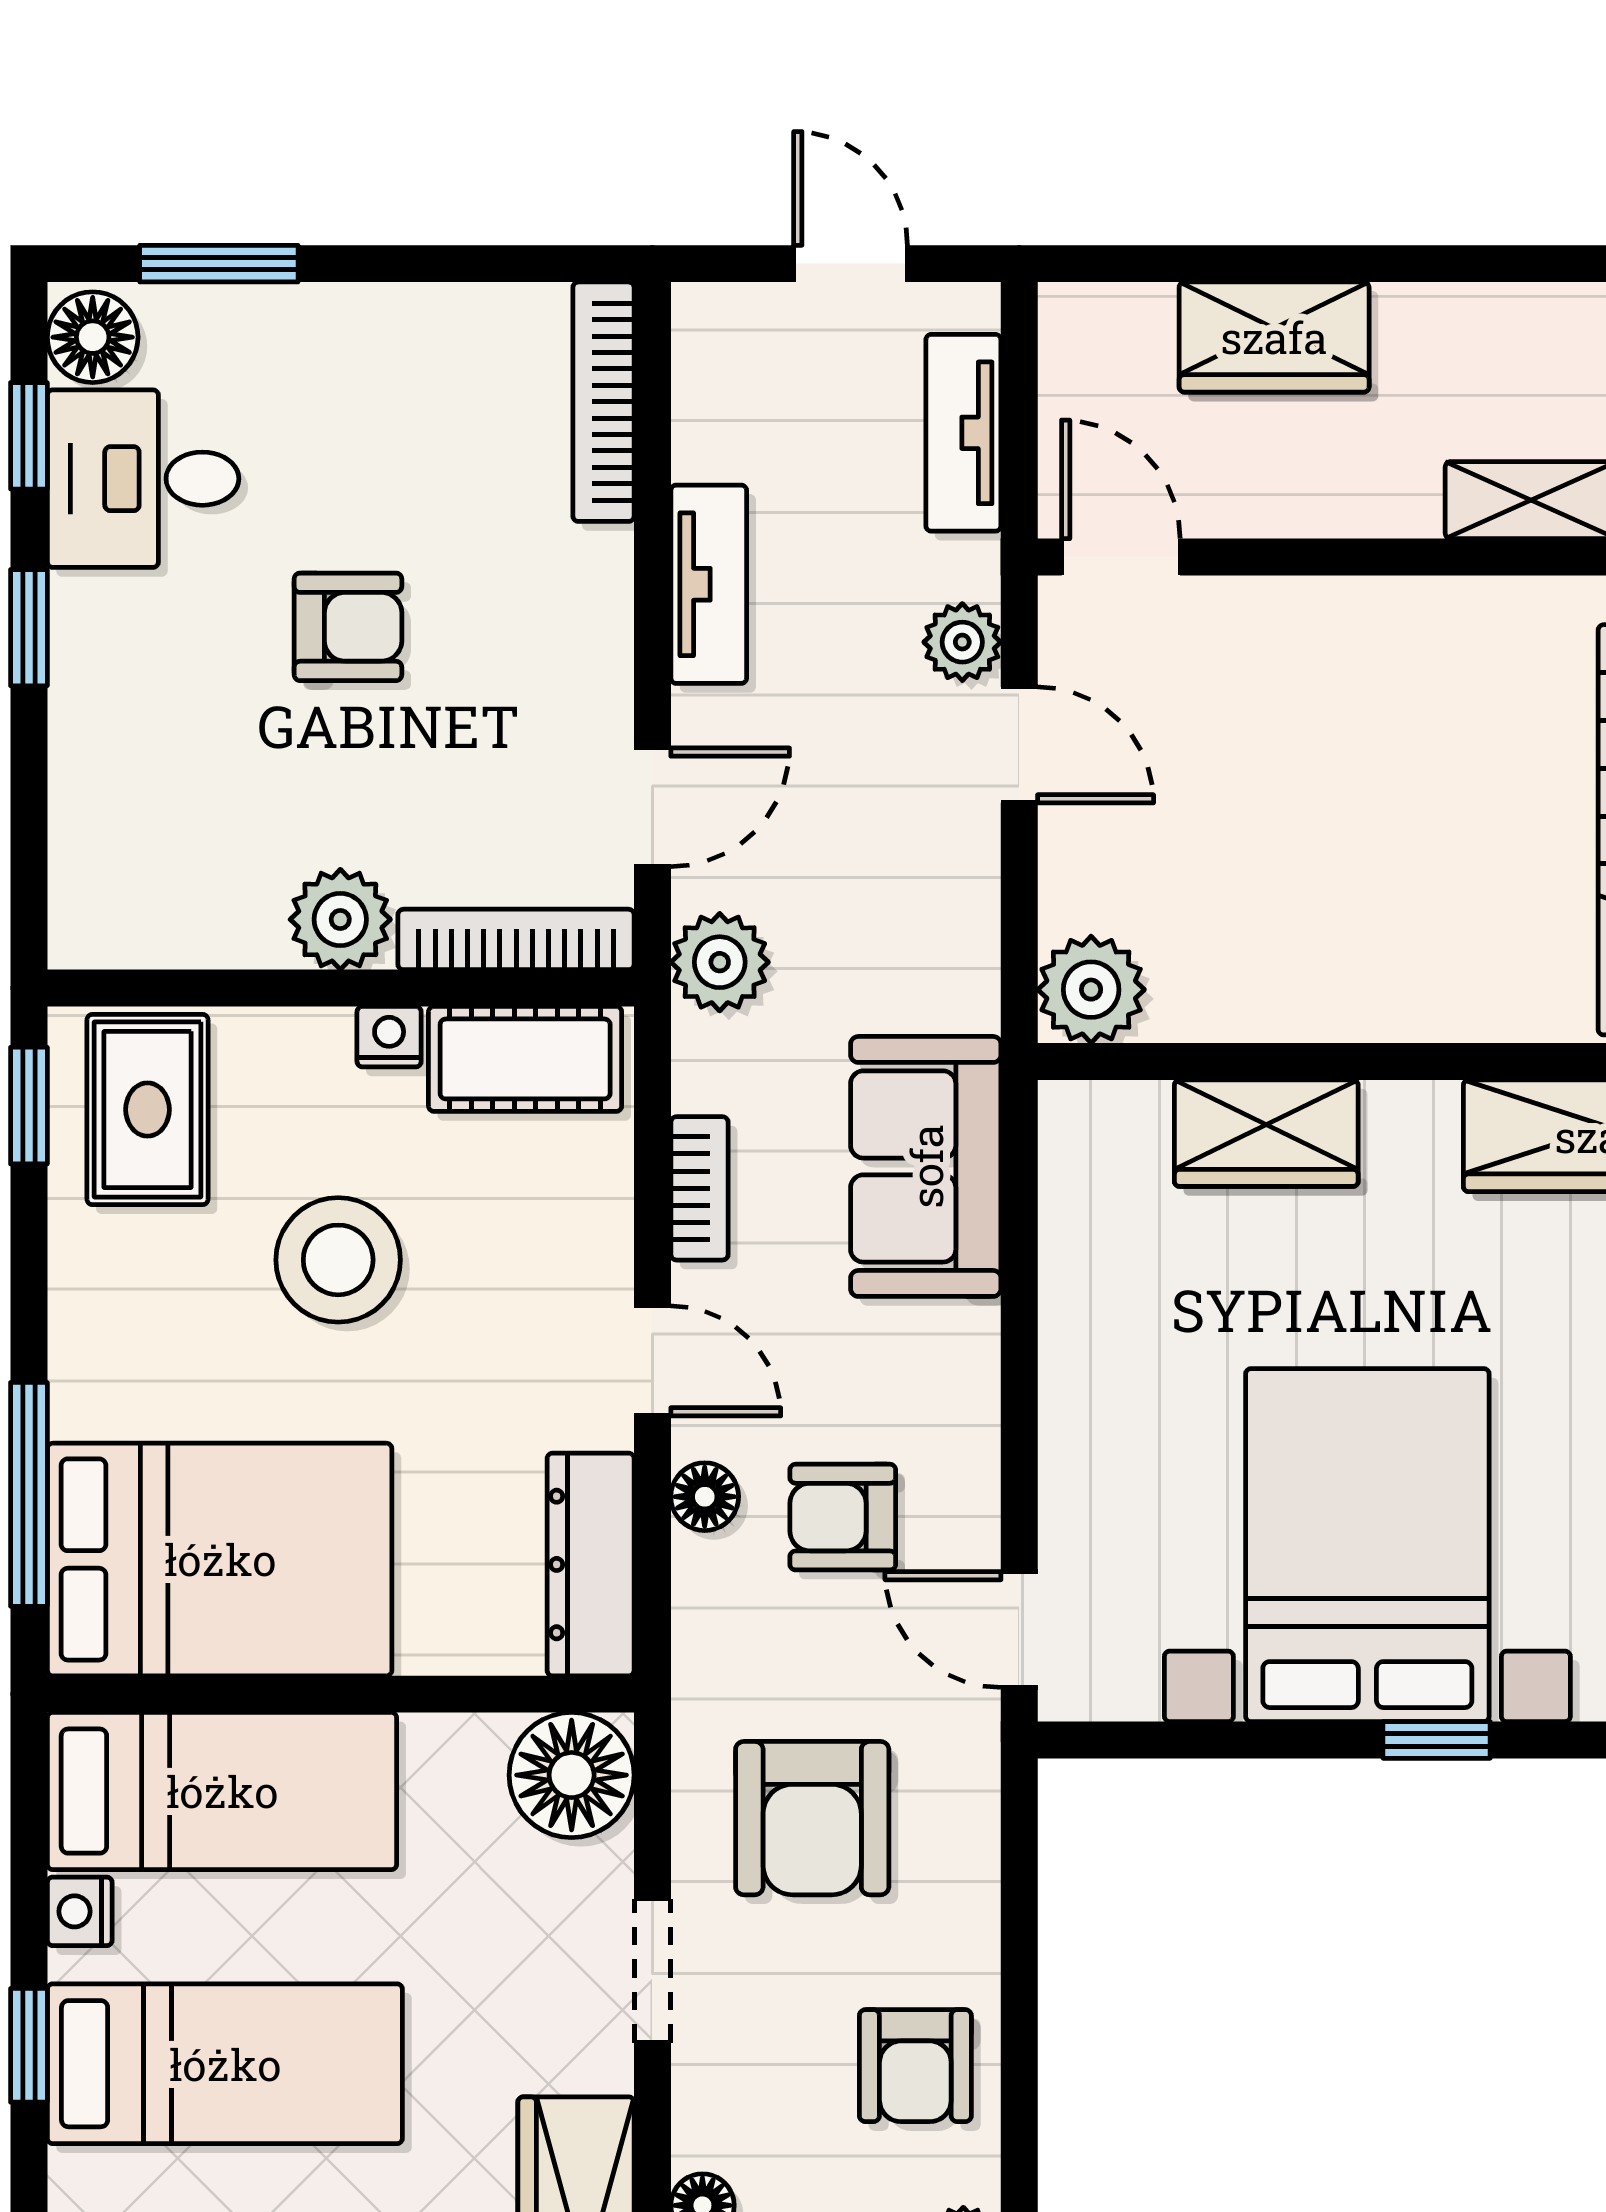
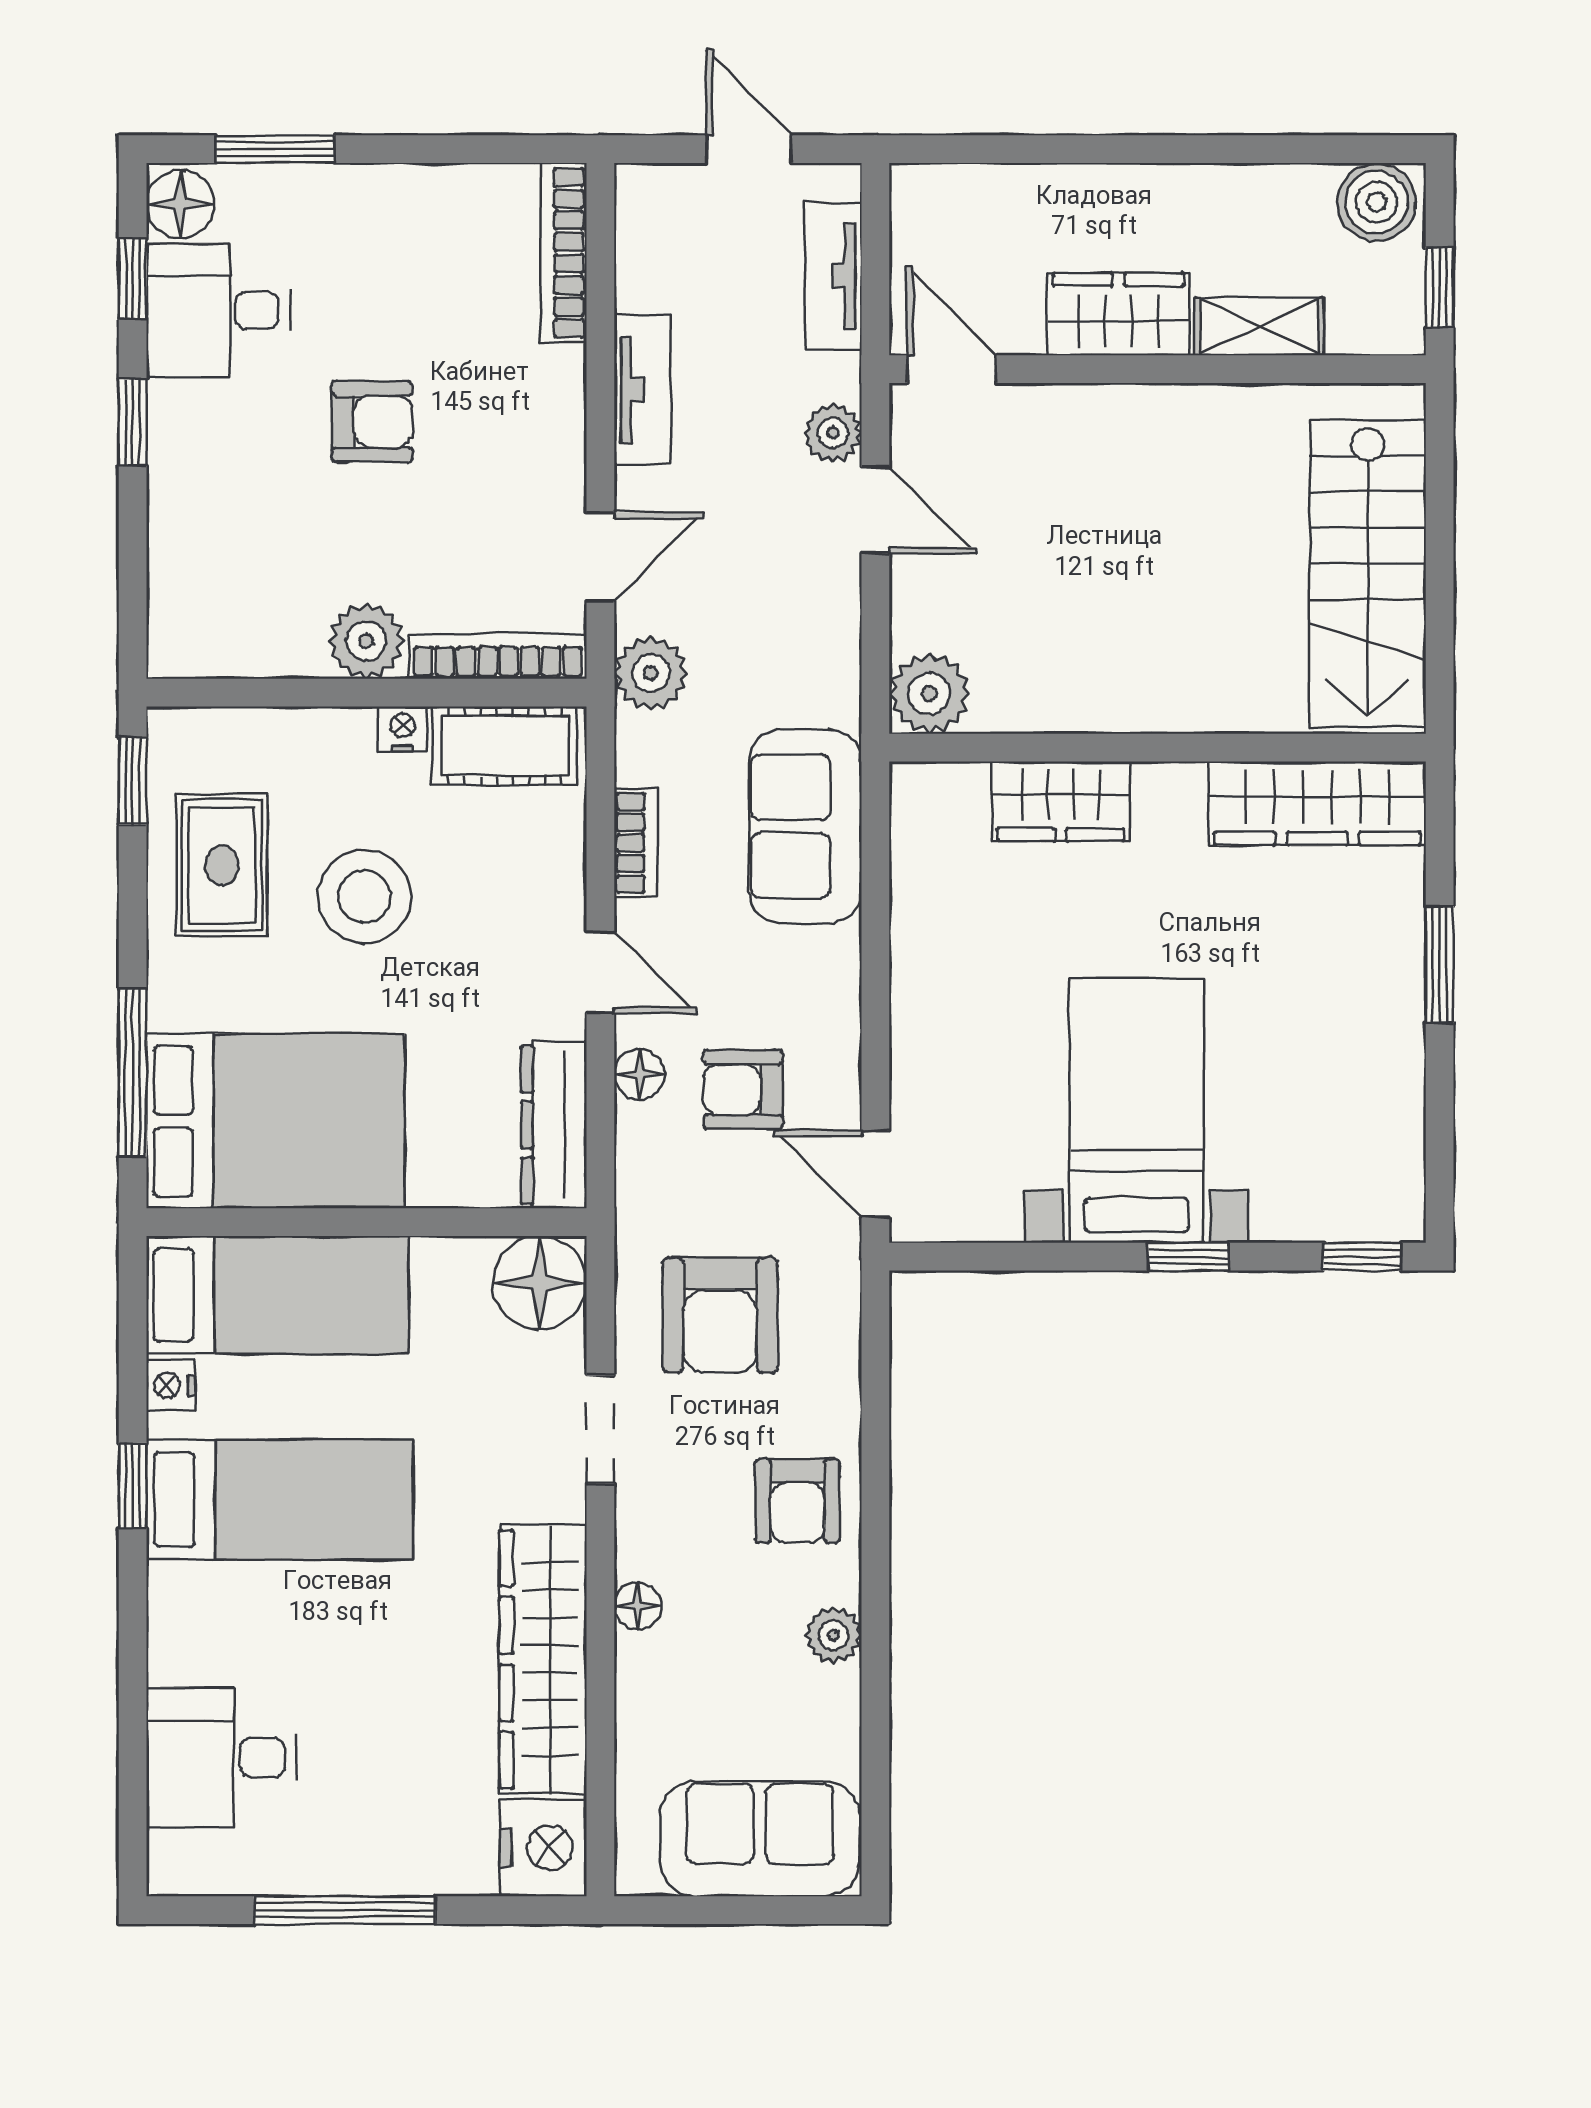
wardrobe: (1274, 337) -> (1118, 314), moved, turned 180
rug: (147, 1110) -> (222, 865), moved
bed with nightstands: (1367, 1545) -> (1137, 1110), width x0.73

